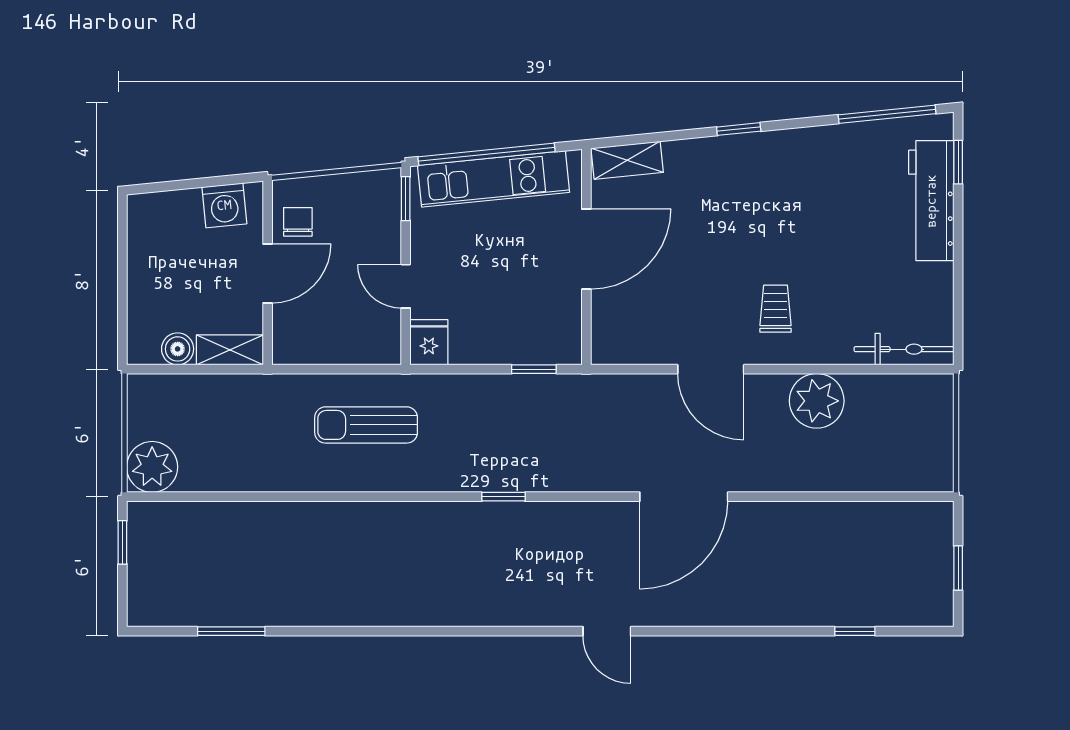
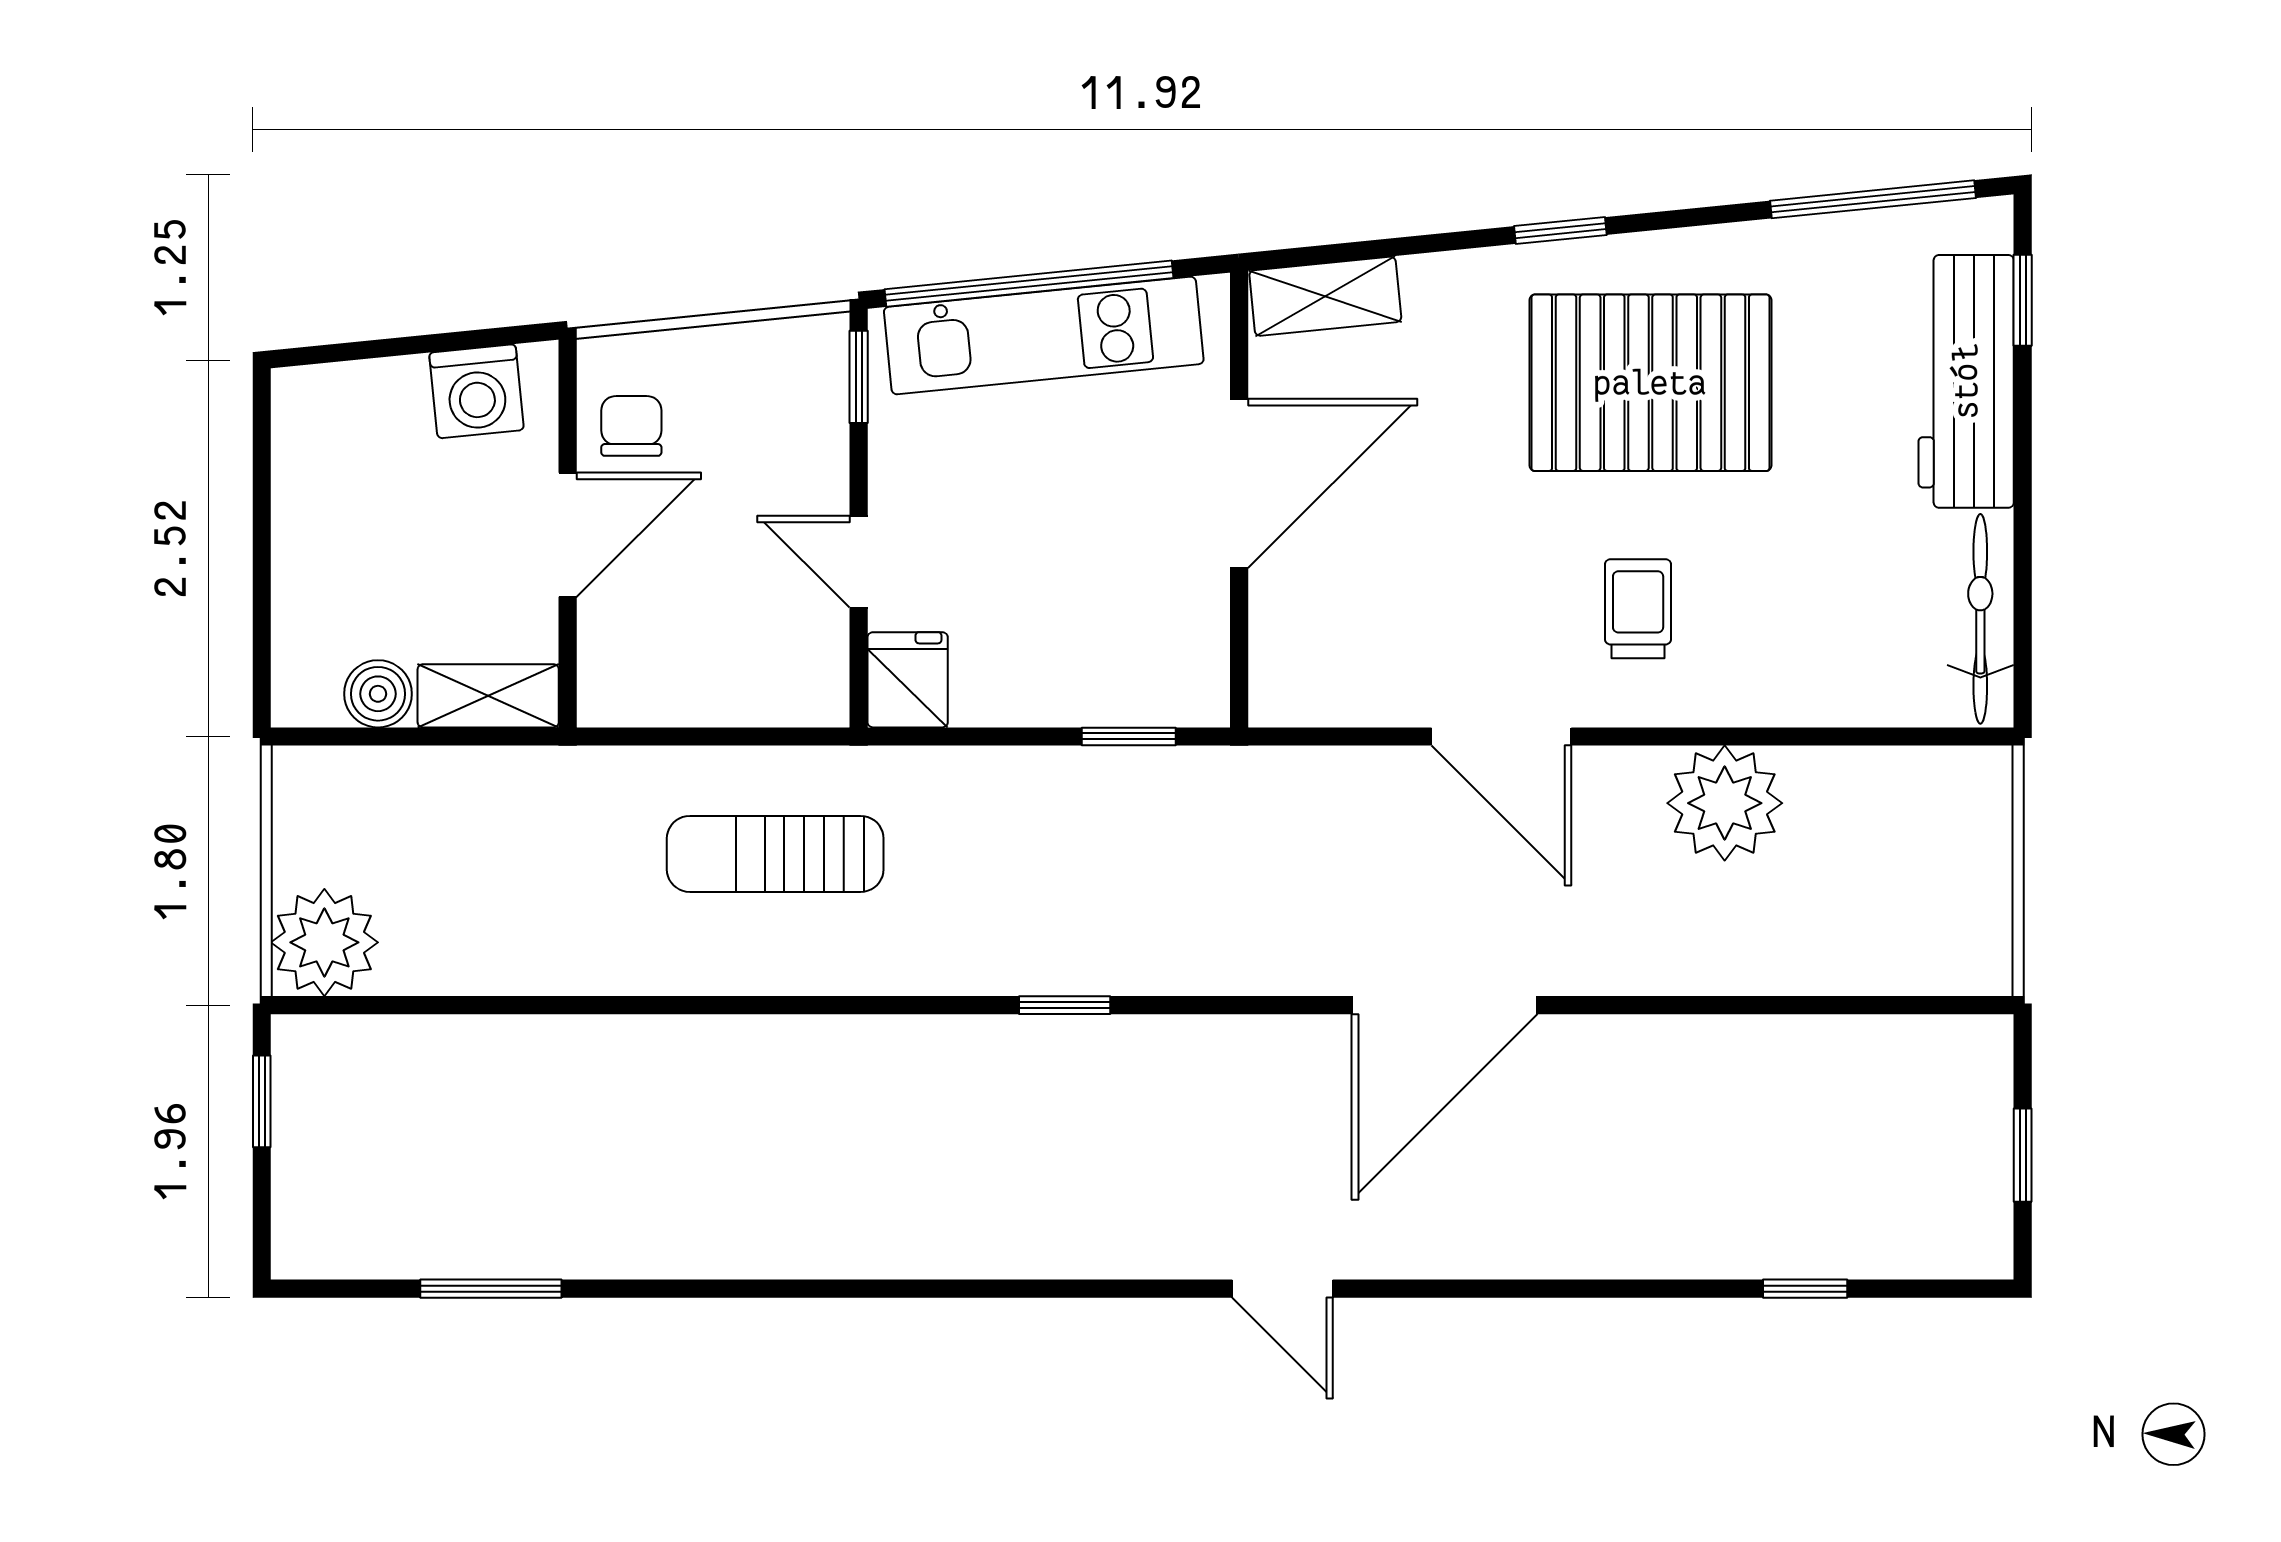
pallet: (781, 201) -> (1650, 383), added
bicycle: (904, 349) -> (1980, 619), moved, turned -90

